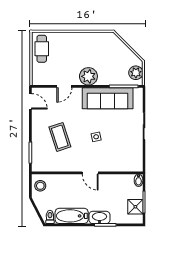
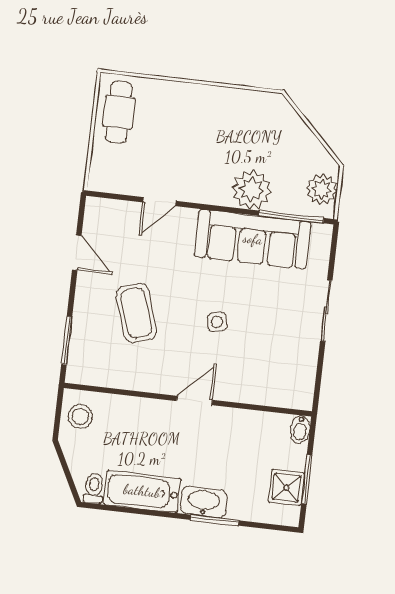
plant: (88, 76) -> (252, 190), moved
door: (30, 101) -> (77, 253), moved
door: (90, 173) -> (195, 400), swing flipped

